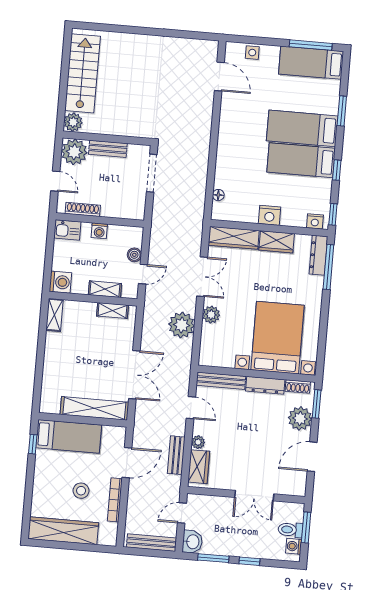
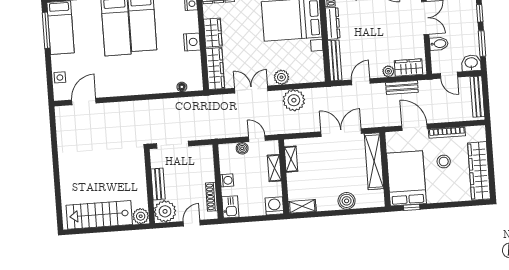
boiler: (53, 368) -> (347, 201), added
bed: (69, 436) -> (406, 178), width x1.50
bidet: (221, 507) -> (439, 44), added

